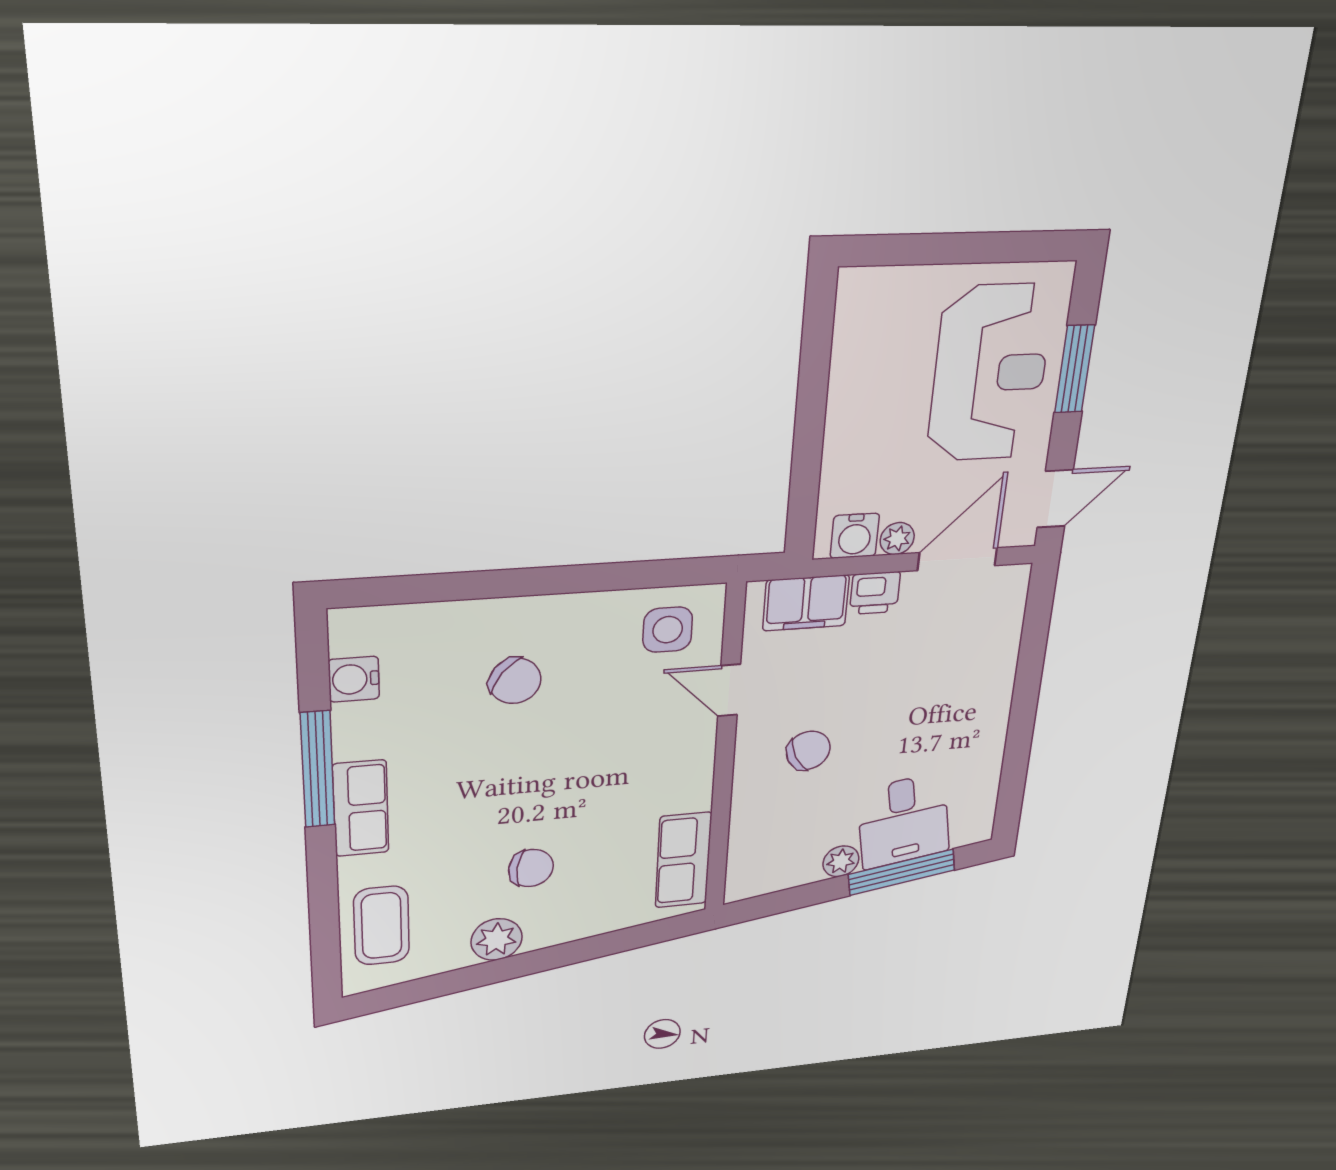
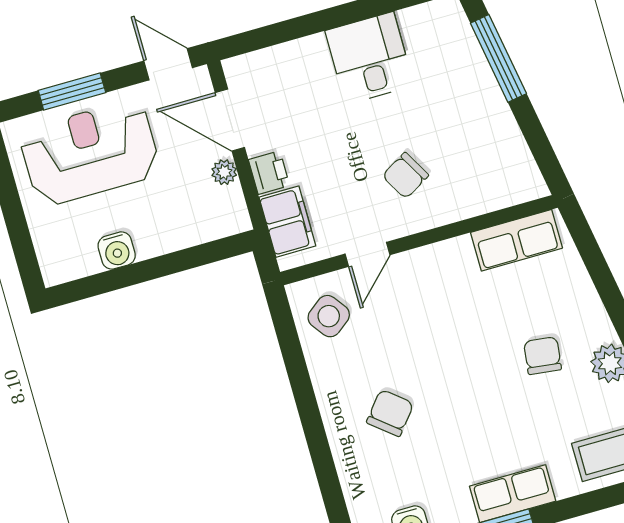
water cooler: (855, 536) -> (117, 251), moved, turned 90
side table: (668, 630) -> (329, 316), turned -37
chair: (808, 750) -> (405, 176), turned -94
desk: (903, 821) -> (370, 58), moved, turned -80
plant: (841, 861) -> (497, 113), removed

